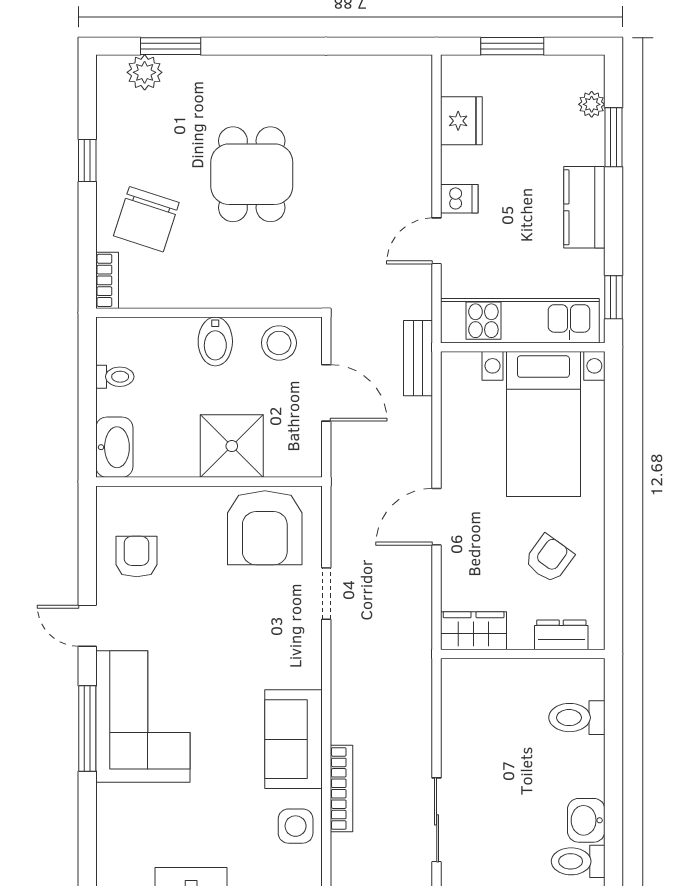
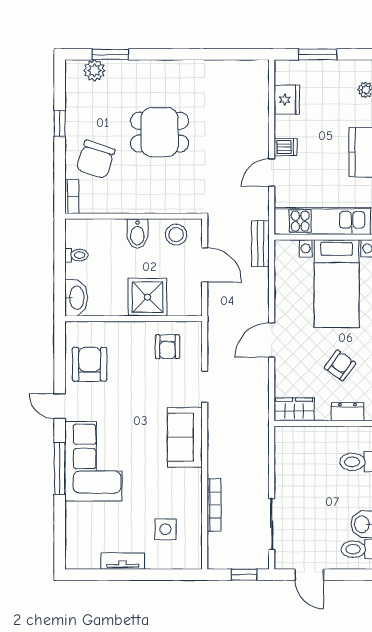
dining table: (252, 174) -> (160, 132), turned 90
armchair: (265, 528) -> (167, 347), width x0.53, depth x0.53
armchair: (137, 557) -> (90, 364), width x1.38, depth x1.38
sofa: (293, 739) -> (185, 437), moved
side table: (296, 826) -> (165, 529), moved

